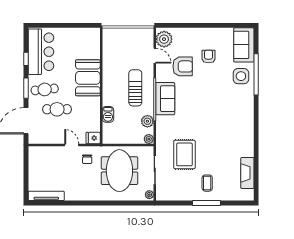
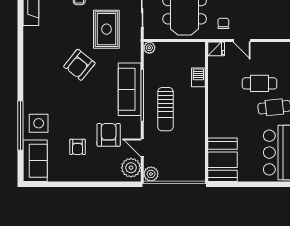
armchair: (183, 66) -> (109, 135), turned 90
booth: (88, 78) -> (222, 160), moved
sofa: (165, 99) -> (130, 89), width x1.36
plant: (147, 121) -> (151, 174), moved
armchair: (207, 125) -> (79, 65), added

